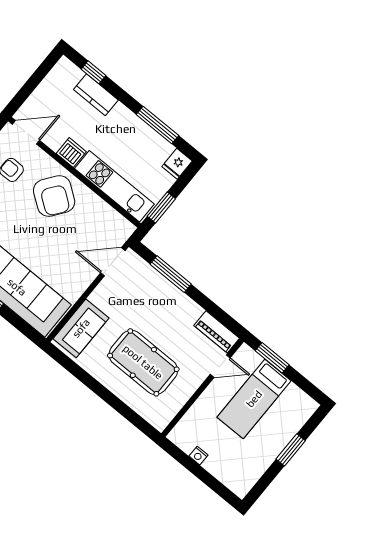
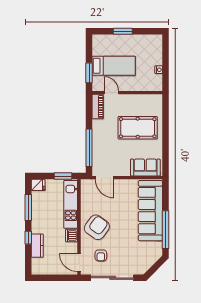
window: (94, 72) -> (28, 238), moved
window: (171, 274) -> (89, 148), width x1.46
pool table: (143, 362) -> (138, 128), turned 90

